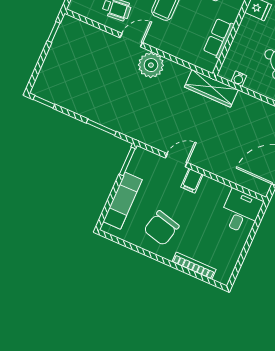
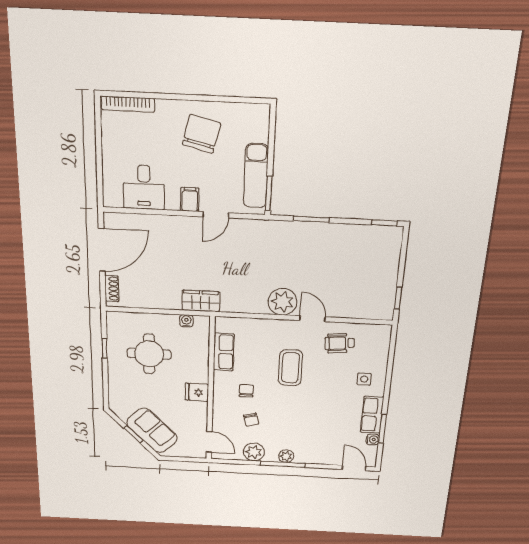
door: (131, 40) -> (313, 319), swing flipped
wardrobe: (211, 88) -> (201, 301), width x0.67
exam couch: (123, 201) -> (256, 176), moved
desk: (241, 212) -> (144, 187), moved
bookcase: (194, 266) -> (128, 104), moved

